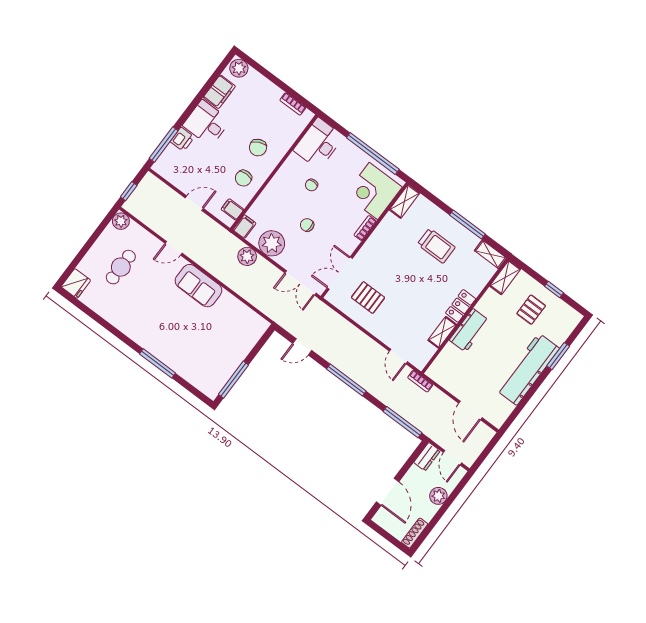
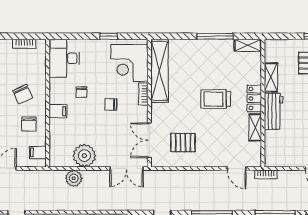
window: (373, 154) -> (109, 36), width x0.32
shelving: (405, 201) -> (160, 71), width x2.20, depth x1.33
chair: (307, 225) -> (111, 104), moved
filing cabinet: (245, 227) -> (58, 111), moved, turned 90
trolley: (436, 246) -> (216, 99), moved, turned 180
shelving: (505, 277) -> (271, 77), moved

